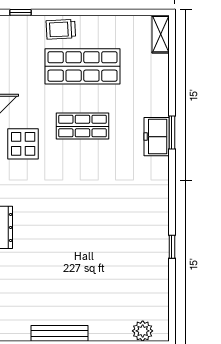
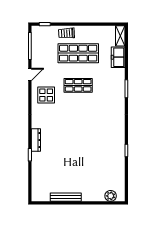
freezer: (157, 137) -> (118, 57), moved

